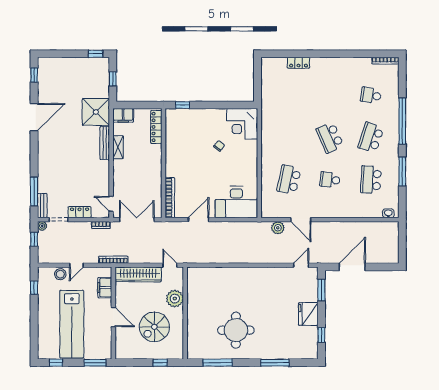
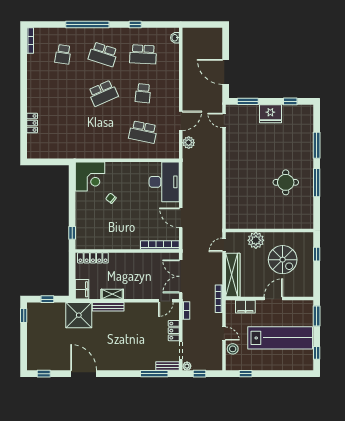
window: (402, 172) -> (135, 25), width x0.46
round table: (236, 330) -> (286, 182), width x0.73, depth x0.73
window: (218, 363) -> (317, 183), moved

